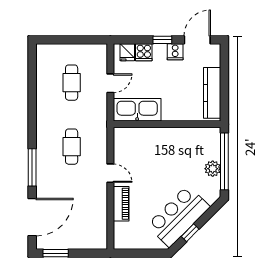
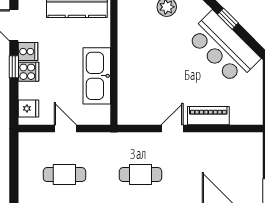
cooker: (144, 52) -> (28, 72), moved
kitchen sink: (137, 110) -> (97, 76), moved
window: (190, 233) -> (228, 19), moved

